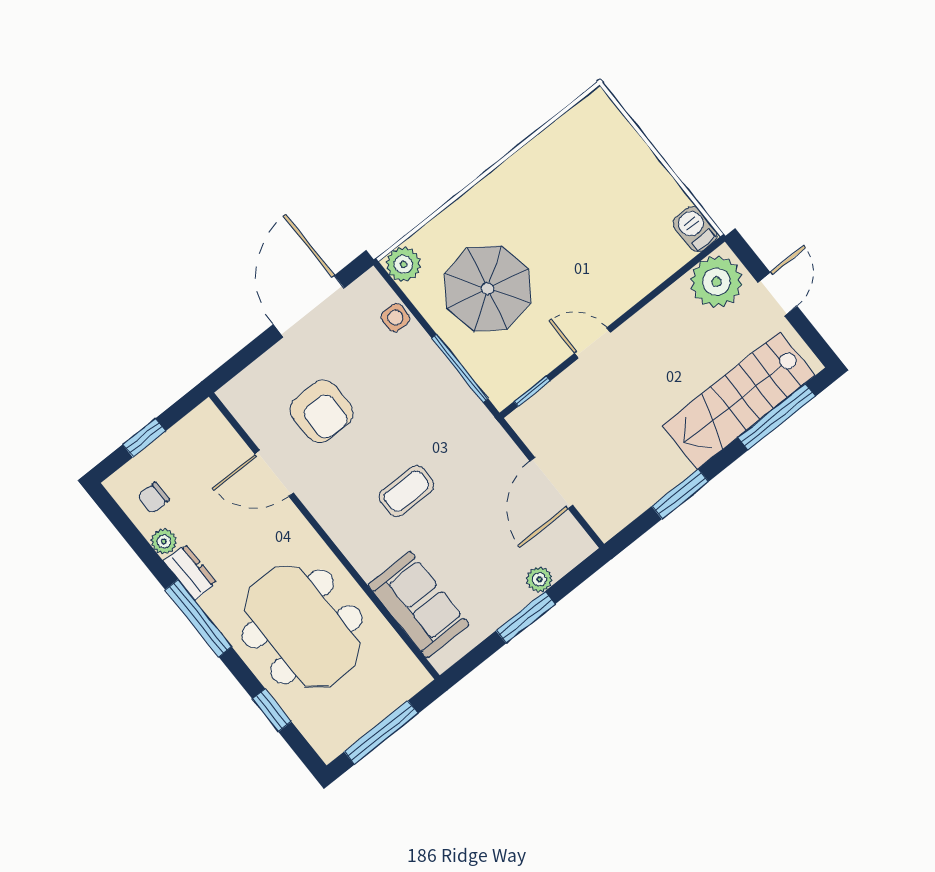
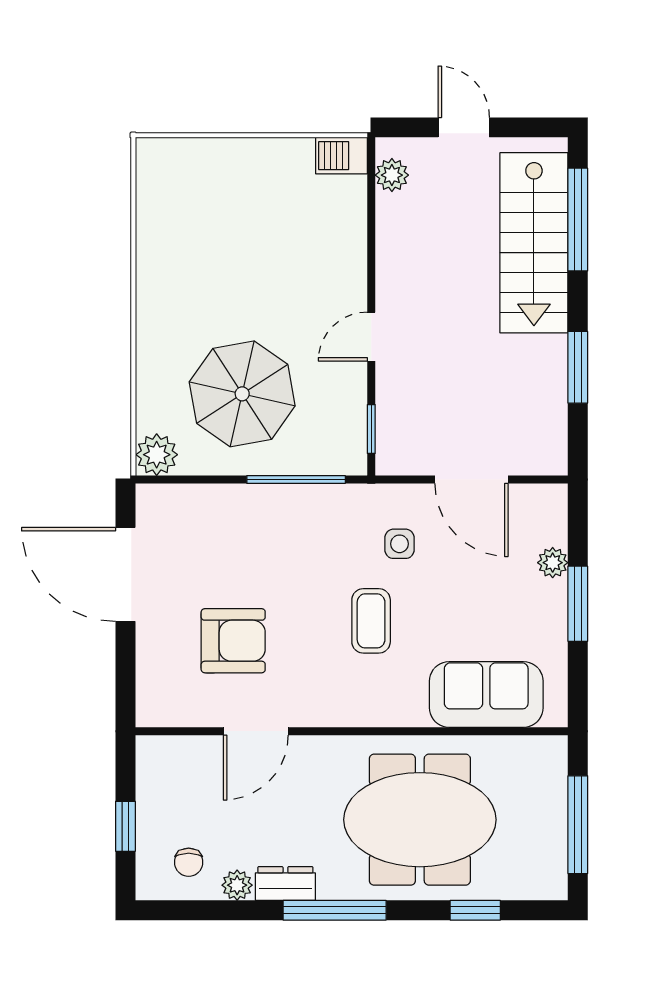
plant: (716, 282) -> (392, 175), width x0.53, depth x0.53
side table: (395, 318) -> (399, 544), moved

